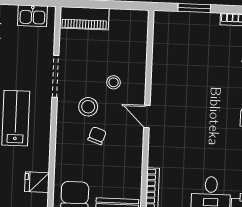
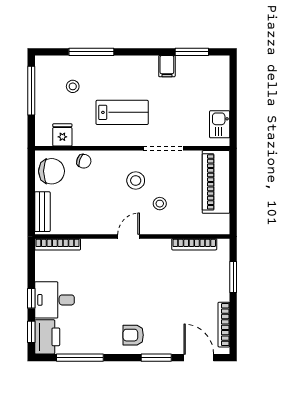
piano: (84, 18) -> (216, 182), width x1.37, depth x1.33
bookcase: (158, 48) -> (194, 244), added
chair: (97, 136) -> (84, 161), moved

